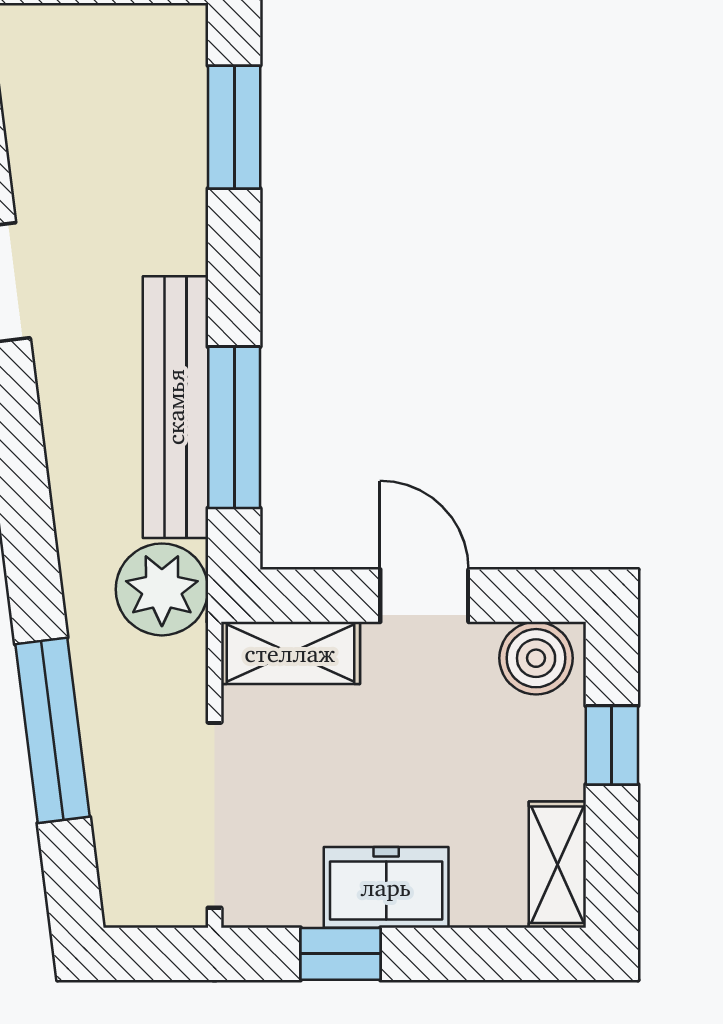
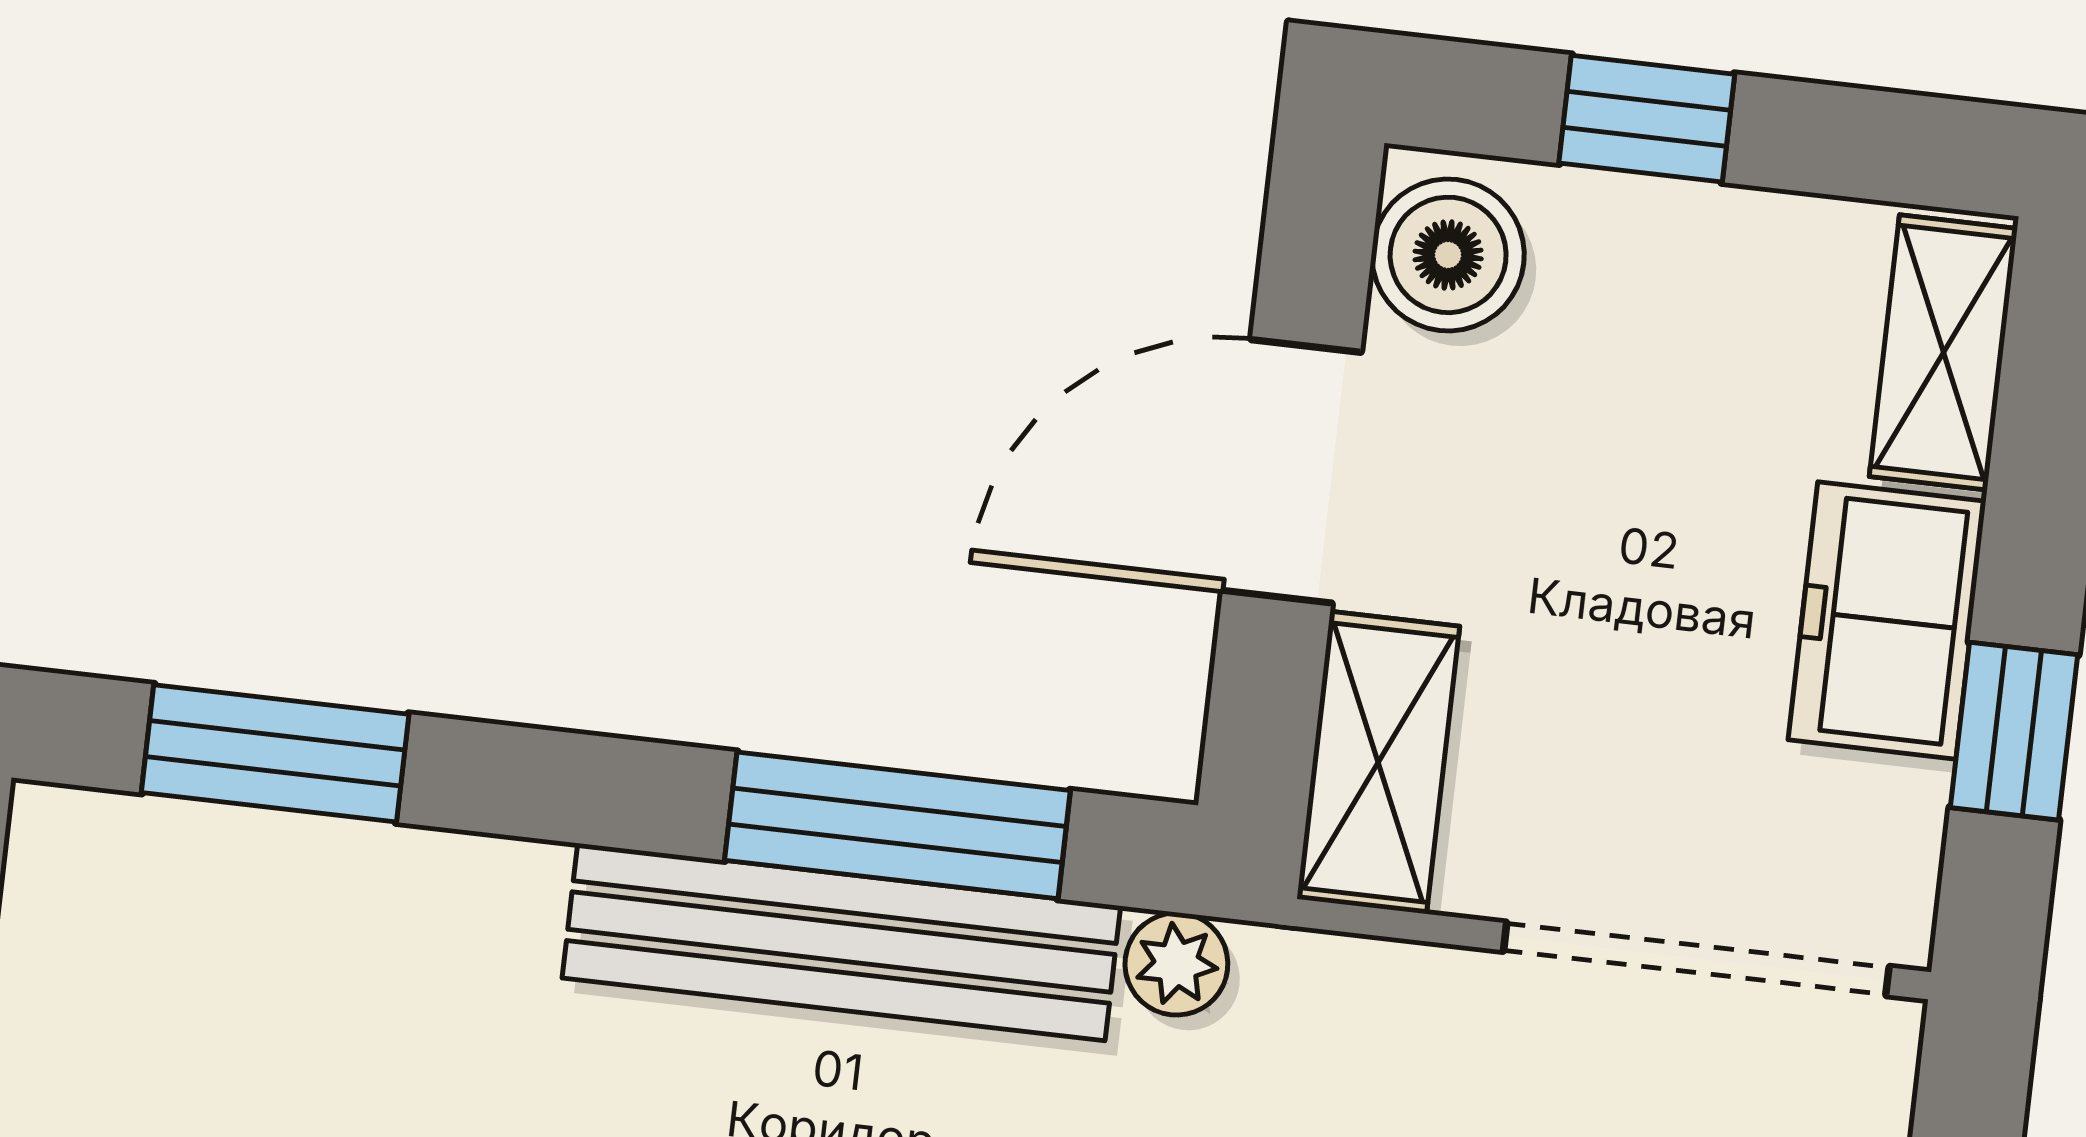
plant: (162, 589) -> (1176, 964), width x0.53, depth x0.53
door: (424, 596) -> (1292, 471), width x1.38
shelving: (557, 865) -> (1943, 352), moved, turned 90

